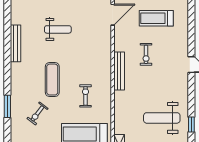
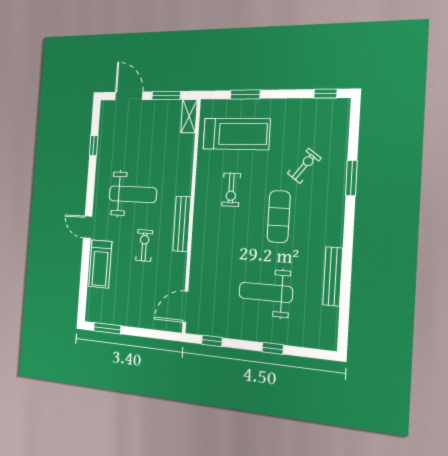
treadmill: (156, 18) -> (100, 264), moved, turned 90
weight bench: (58, 29) -> (266, 292), width x1.36, depth x1.33
weight bench: (162, 118) -> (133, 194), moved

